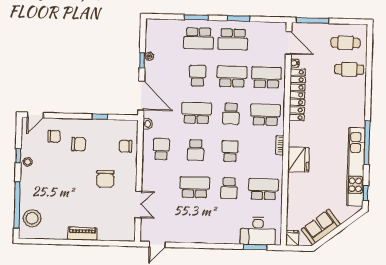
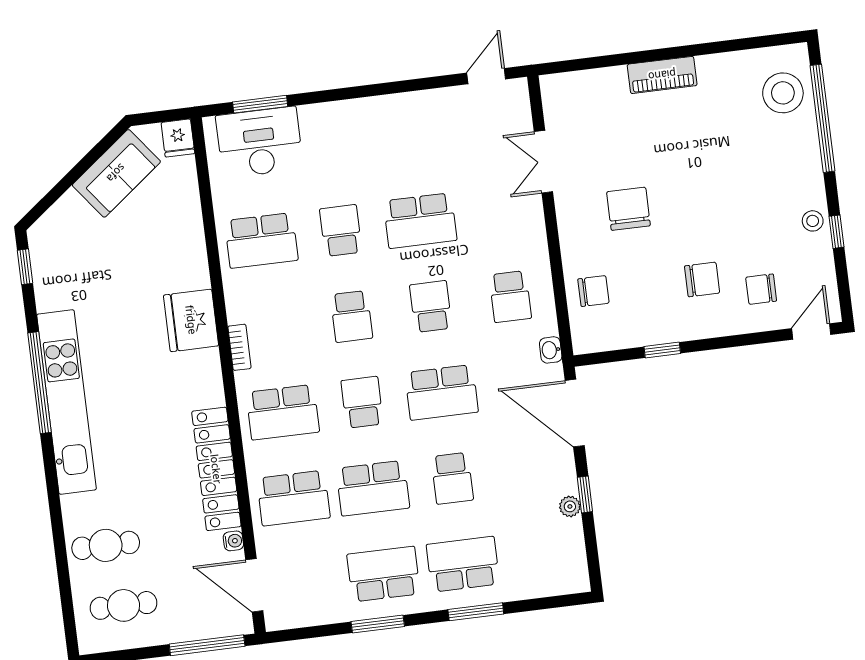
chair: (79, 144) -> (702, 279), turned 180
kitchen unit: (356, 167) -> (67, 402), moved

